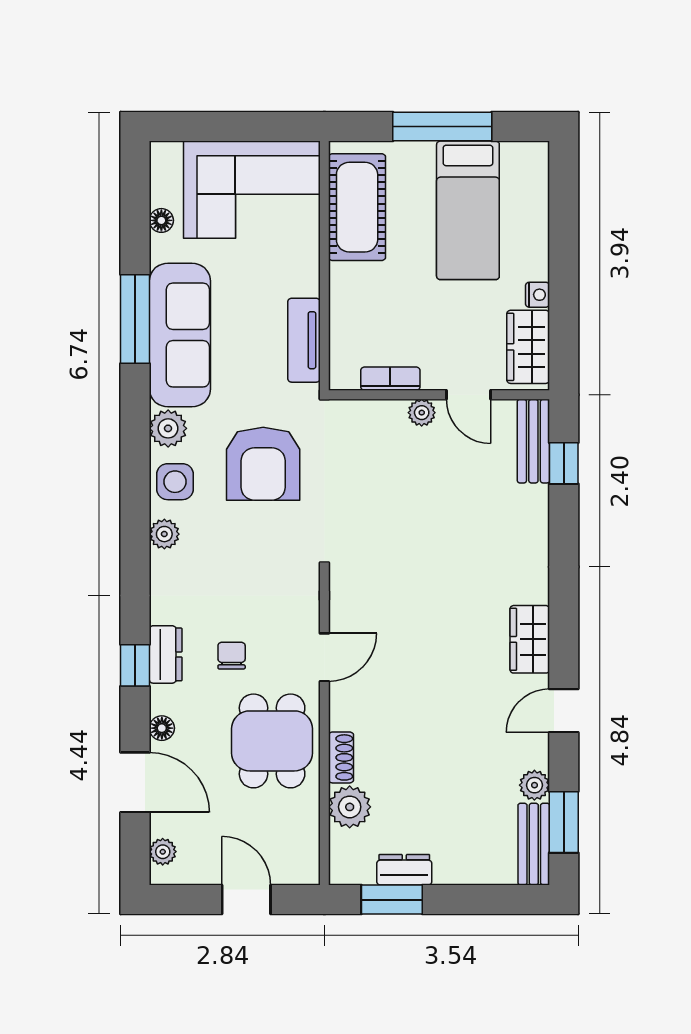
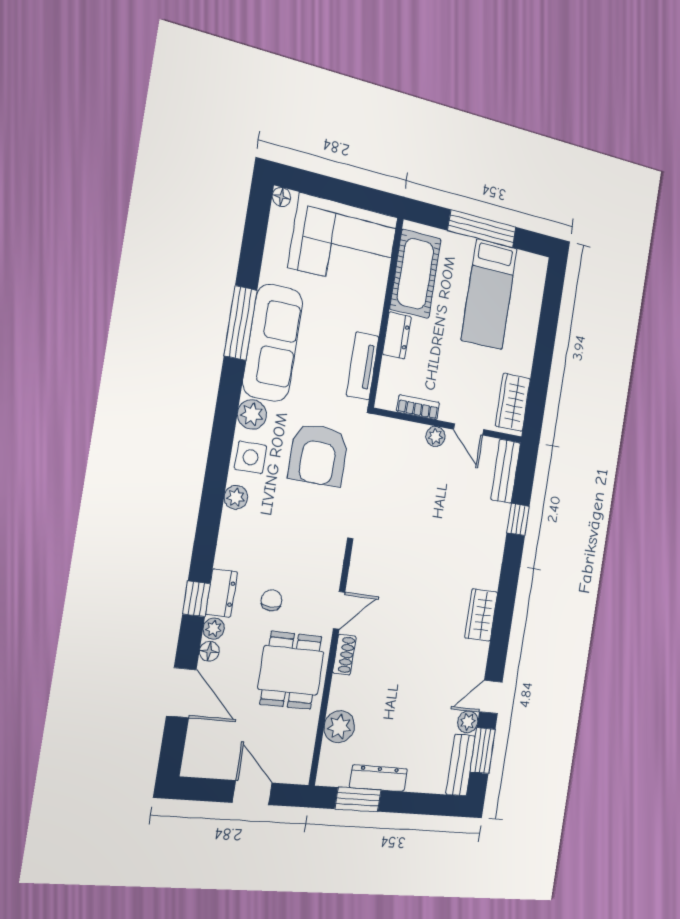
floor lamp: (161, 220) -> (281, 197), moved
dresser: (345, 292) -> (397, 336), added
nightstand: (538, 295) -> (525, 366), removed
window: (564, 463) -> (518, 520), moved
door: (564, 711) -> (491, 697), moved
shoe rack: (341, 757) -> (344, 655), moved
plant: (163, 852) -> (214, 629), moved
dresser: (404, 870) -> (379, 778), width x1.44

